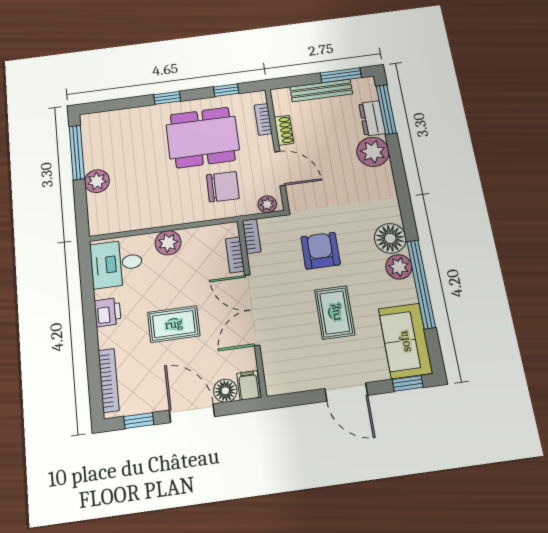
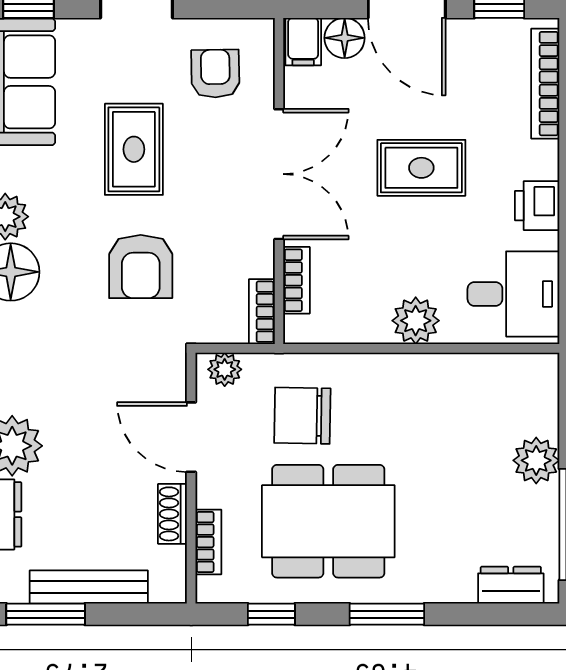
window: (167, 98) -> (387, 614), width x1.50
dresser: (105, 120) -> (511, 585), added
armchair: (296, 360) -> (215, 74), added

